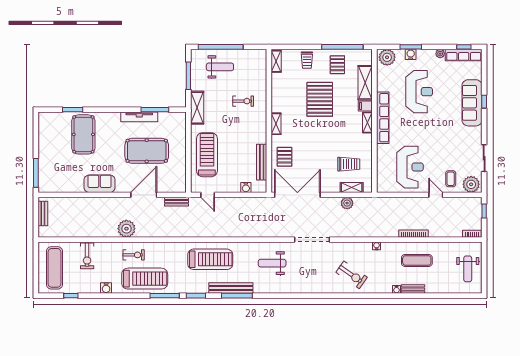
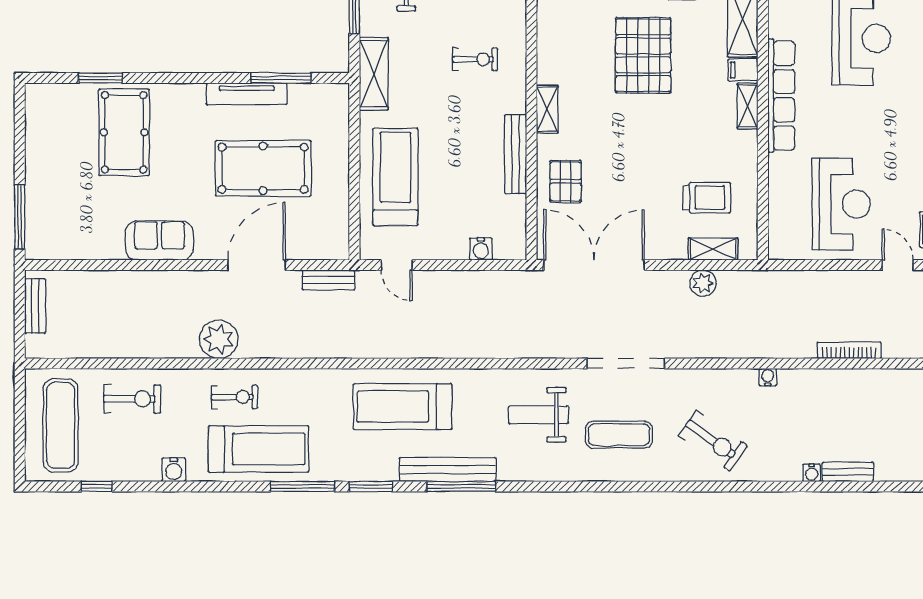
bench: (262, 162) -> (516, 154), moved
exercise bike: (87, 256) -> (132, 399), turned -90
treadmill: (210, 259) -> (403, 407), turned 180
exercise mat: (417, 260) -> (619, 435), moved

